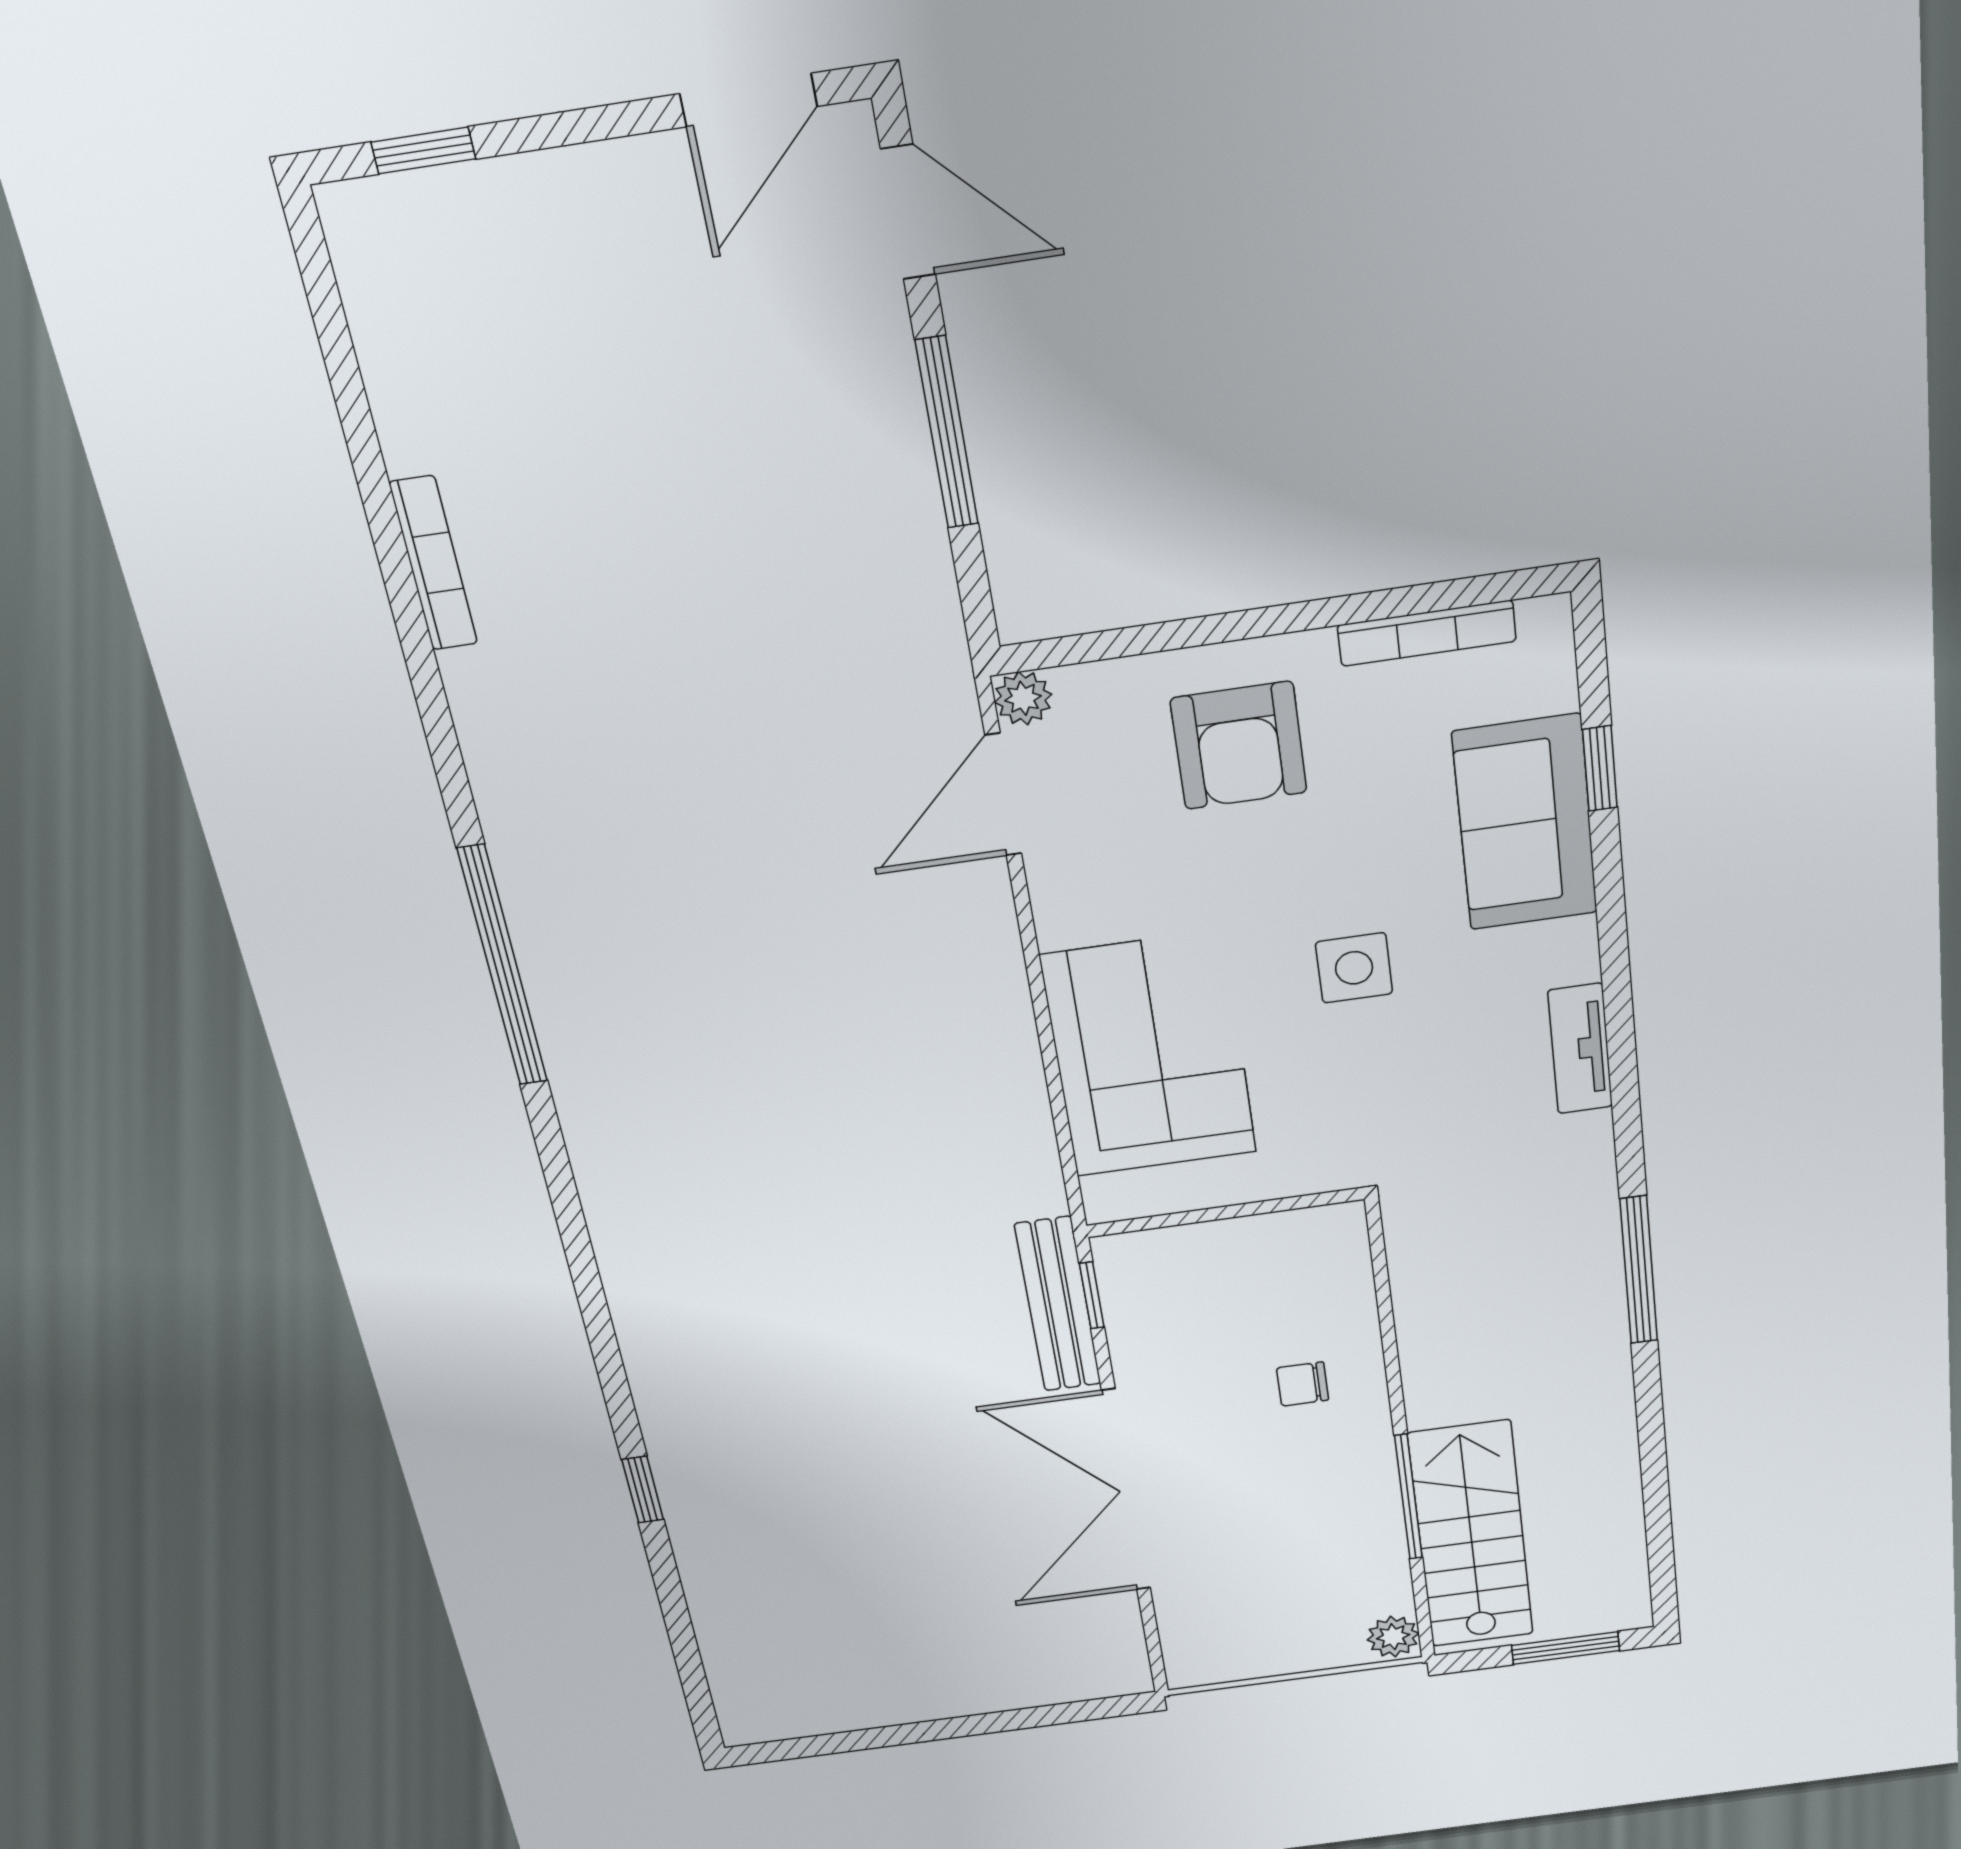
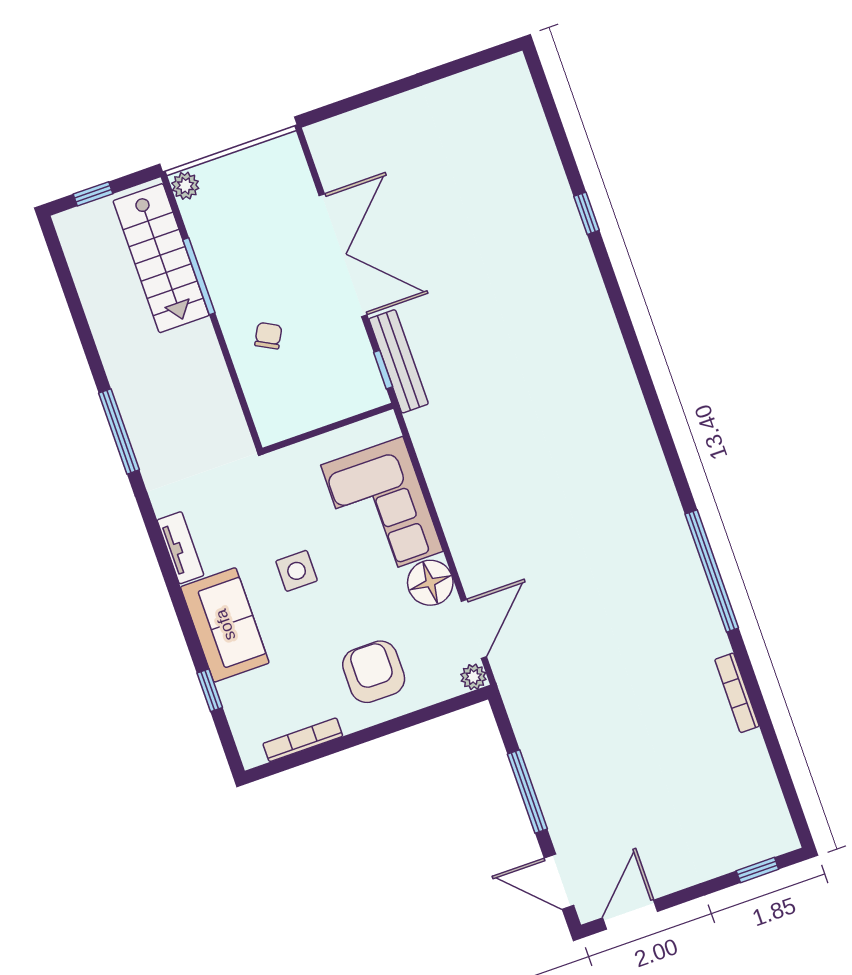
sofa: (1525, 823) -> (225, 625), moved
floor lamp: (1078, 900) -> (430, 583), added
window: (503, 966) -> (712, 571), moved
chair: (1303, 1384) -> (268, 336), turned -62
window: (1566, 1648) -> (93, 194), width x0.67

